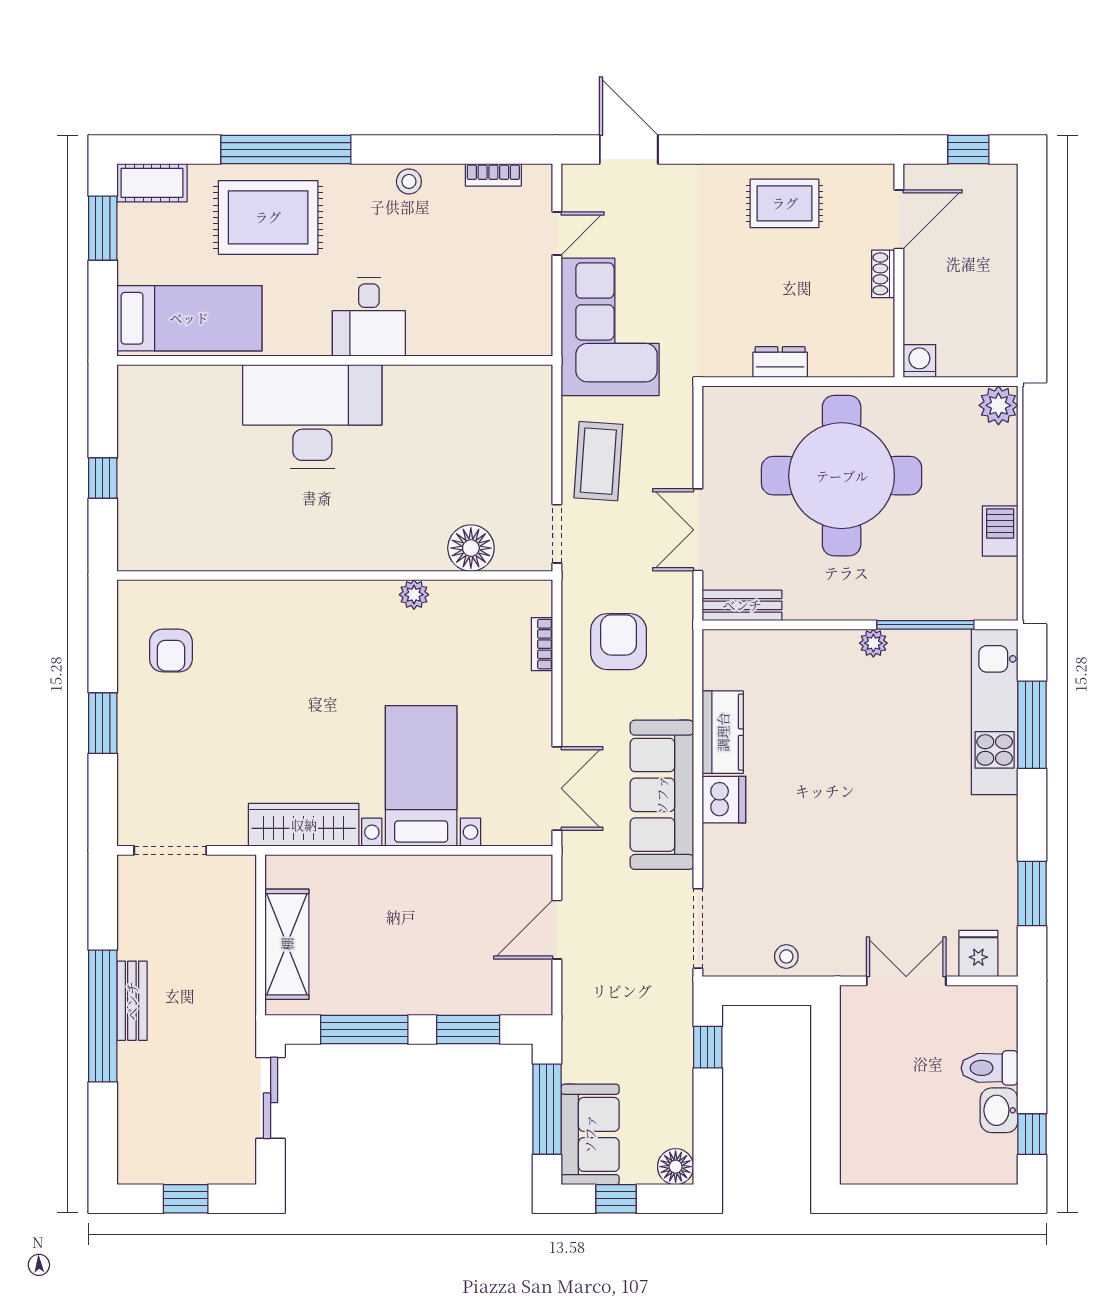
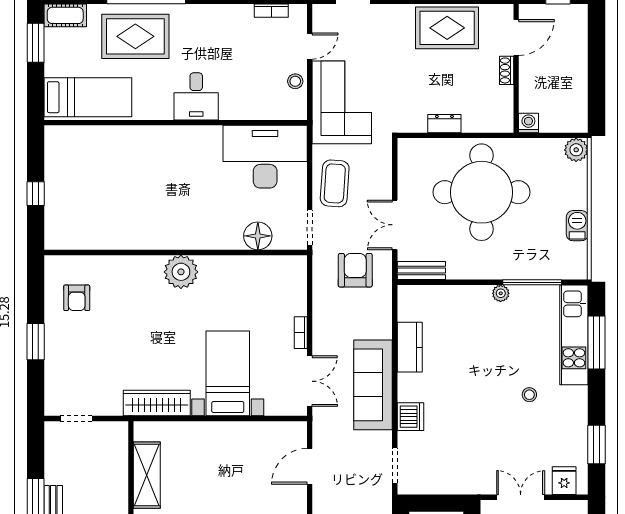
stool: (409, 181) -> (295, 81), moved
rug: (785, 203) -> (447, 28), width x1.36, depth x1.43
desk: (312, 417) -> (265, 157), moved
plant: (414, 595) -> (181, 272), moved, width x1.88, depth x1.88
armchair: (619, 642) -> (355, 270), moved
bookcase: (542, 644) -> (301, 333), moved
dishwasher: (724, 800) -> (410, 417), moved
doorway: (170, 850) -> (76, 418), width x0.73
doorway: (698, 928) -> (395, 465), width x0.73
stool: (786, 956) -> (529, 395), moved

